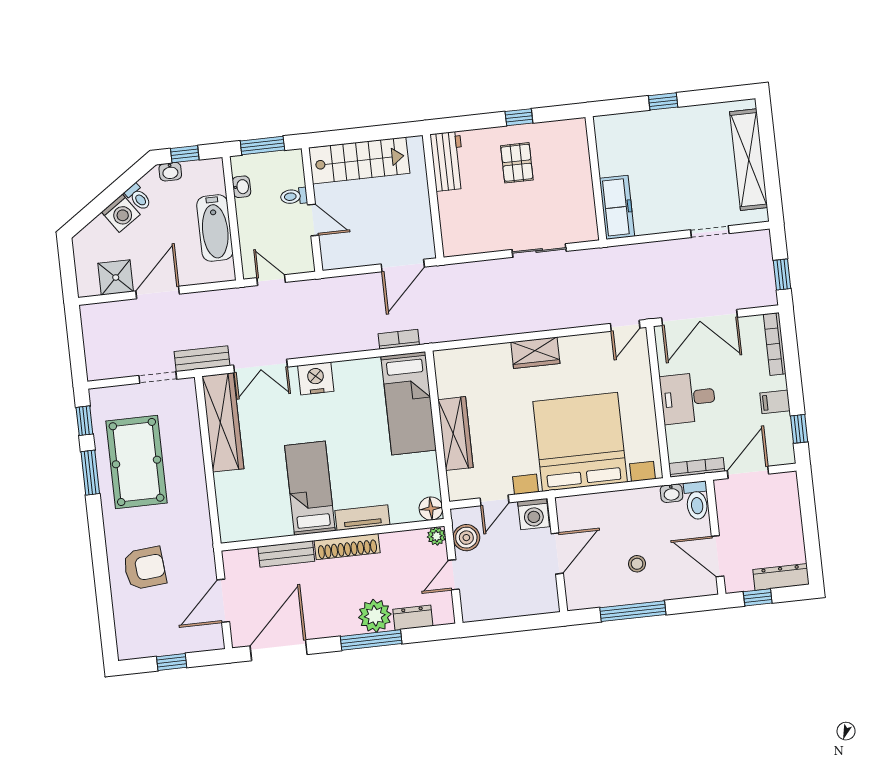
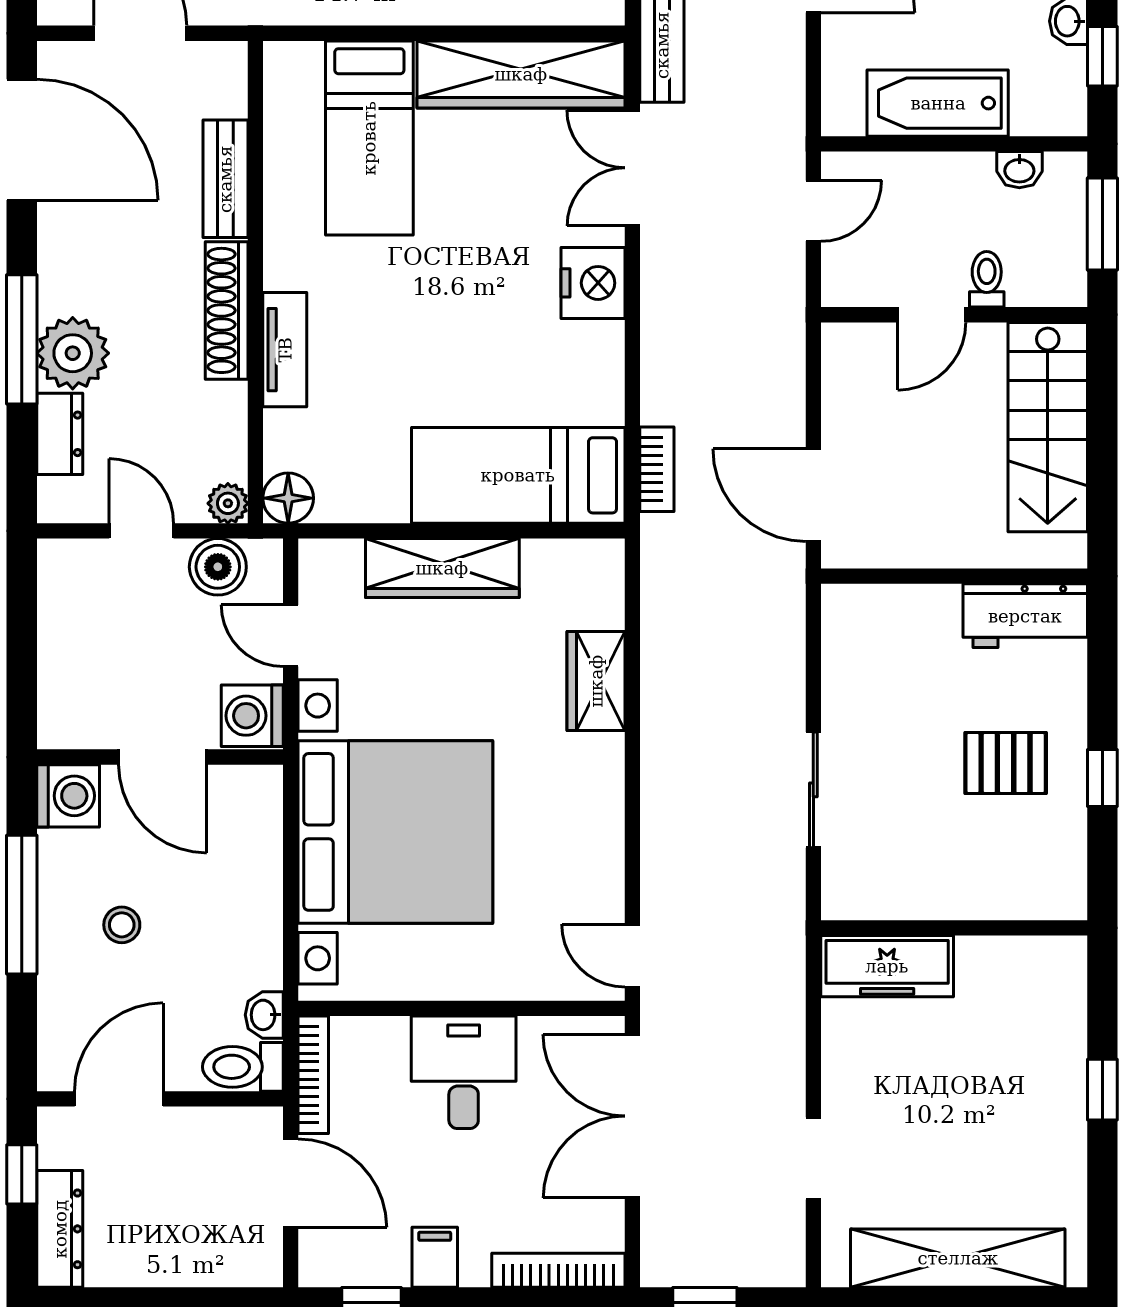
wardrobe: (535, 353) -> (596, 681), moved
bed: (310, 488) -> (369, 138), moved, turned 90
washing machine: (580, 595) -> (68, 796), added

